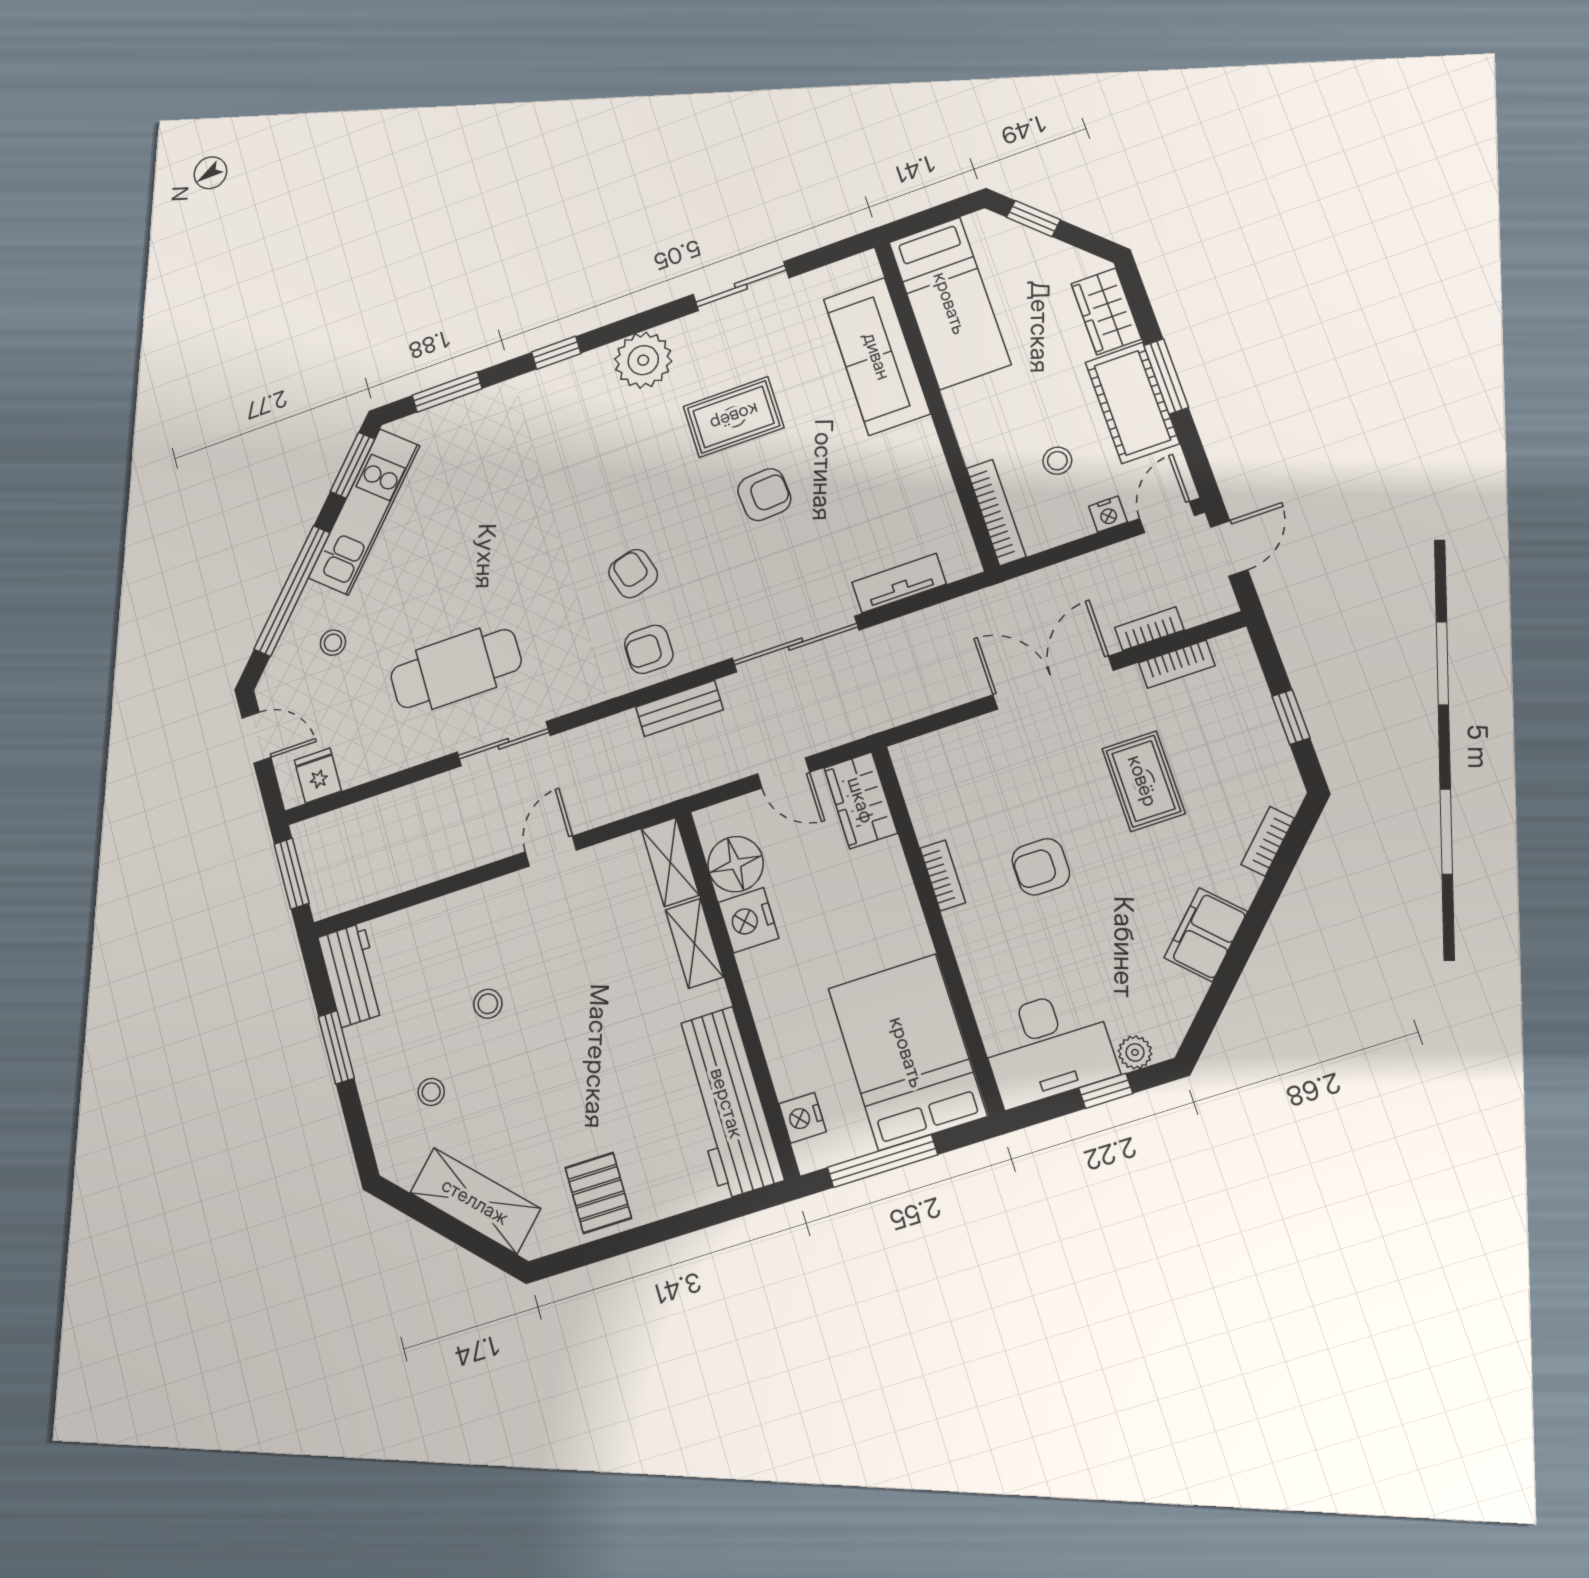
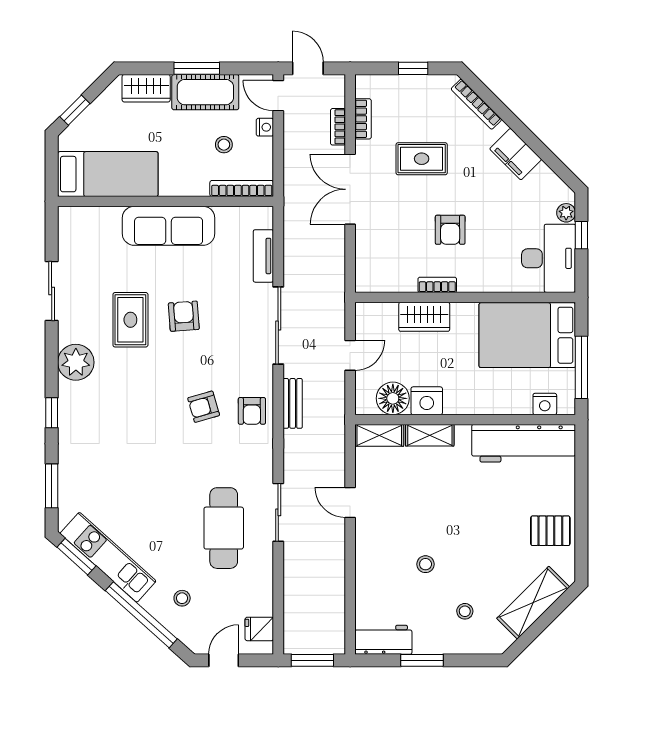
sofa: (877, 356) -> (169, 226), moved
wardrobe: (861, 800) -> (424, 317), moved
bookcase: (1268, 841) -> (476, 104), width x1.56

